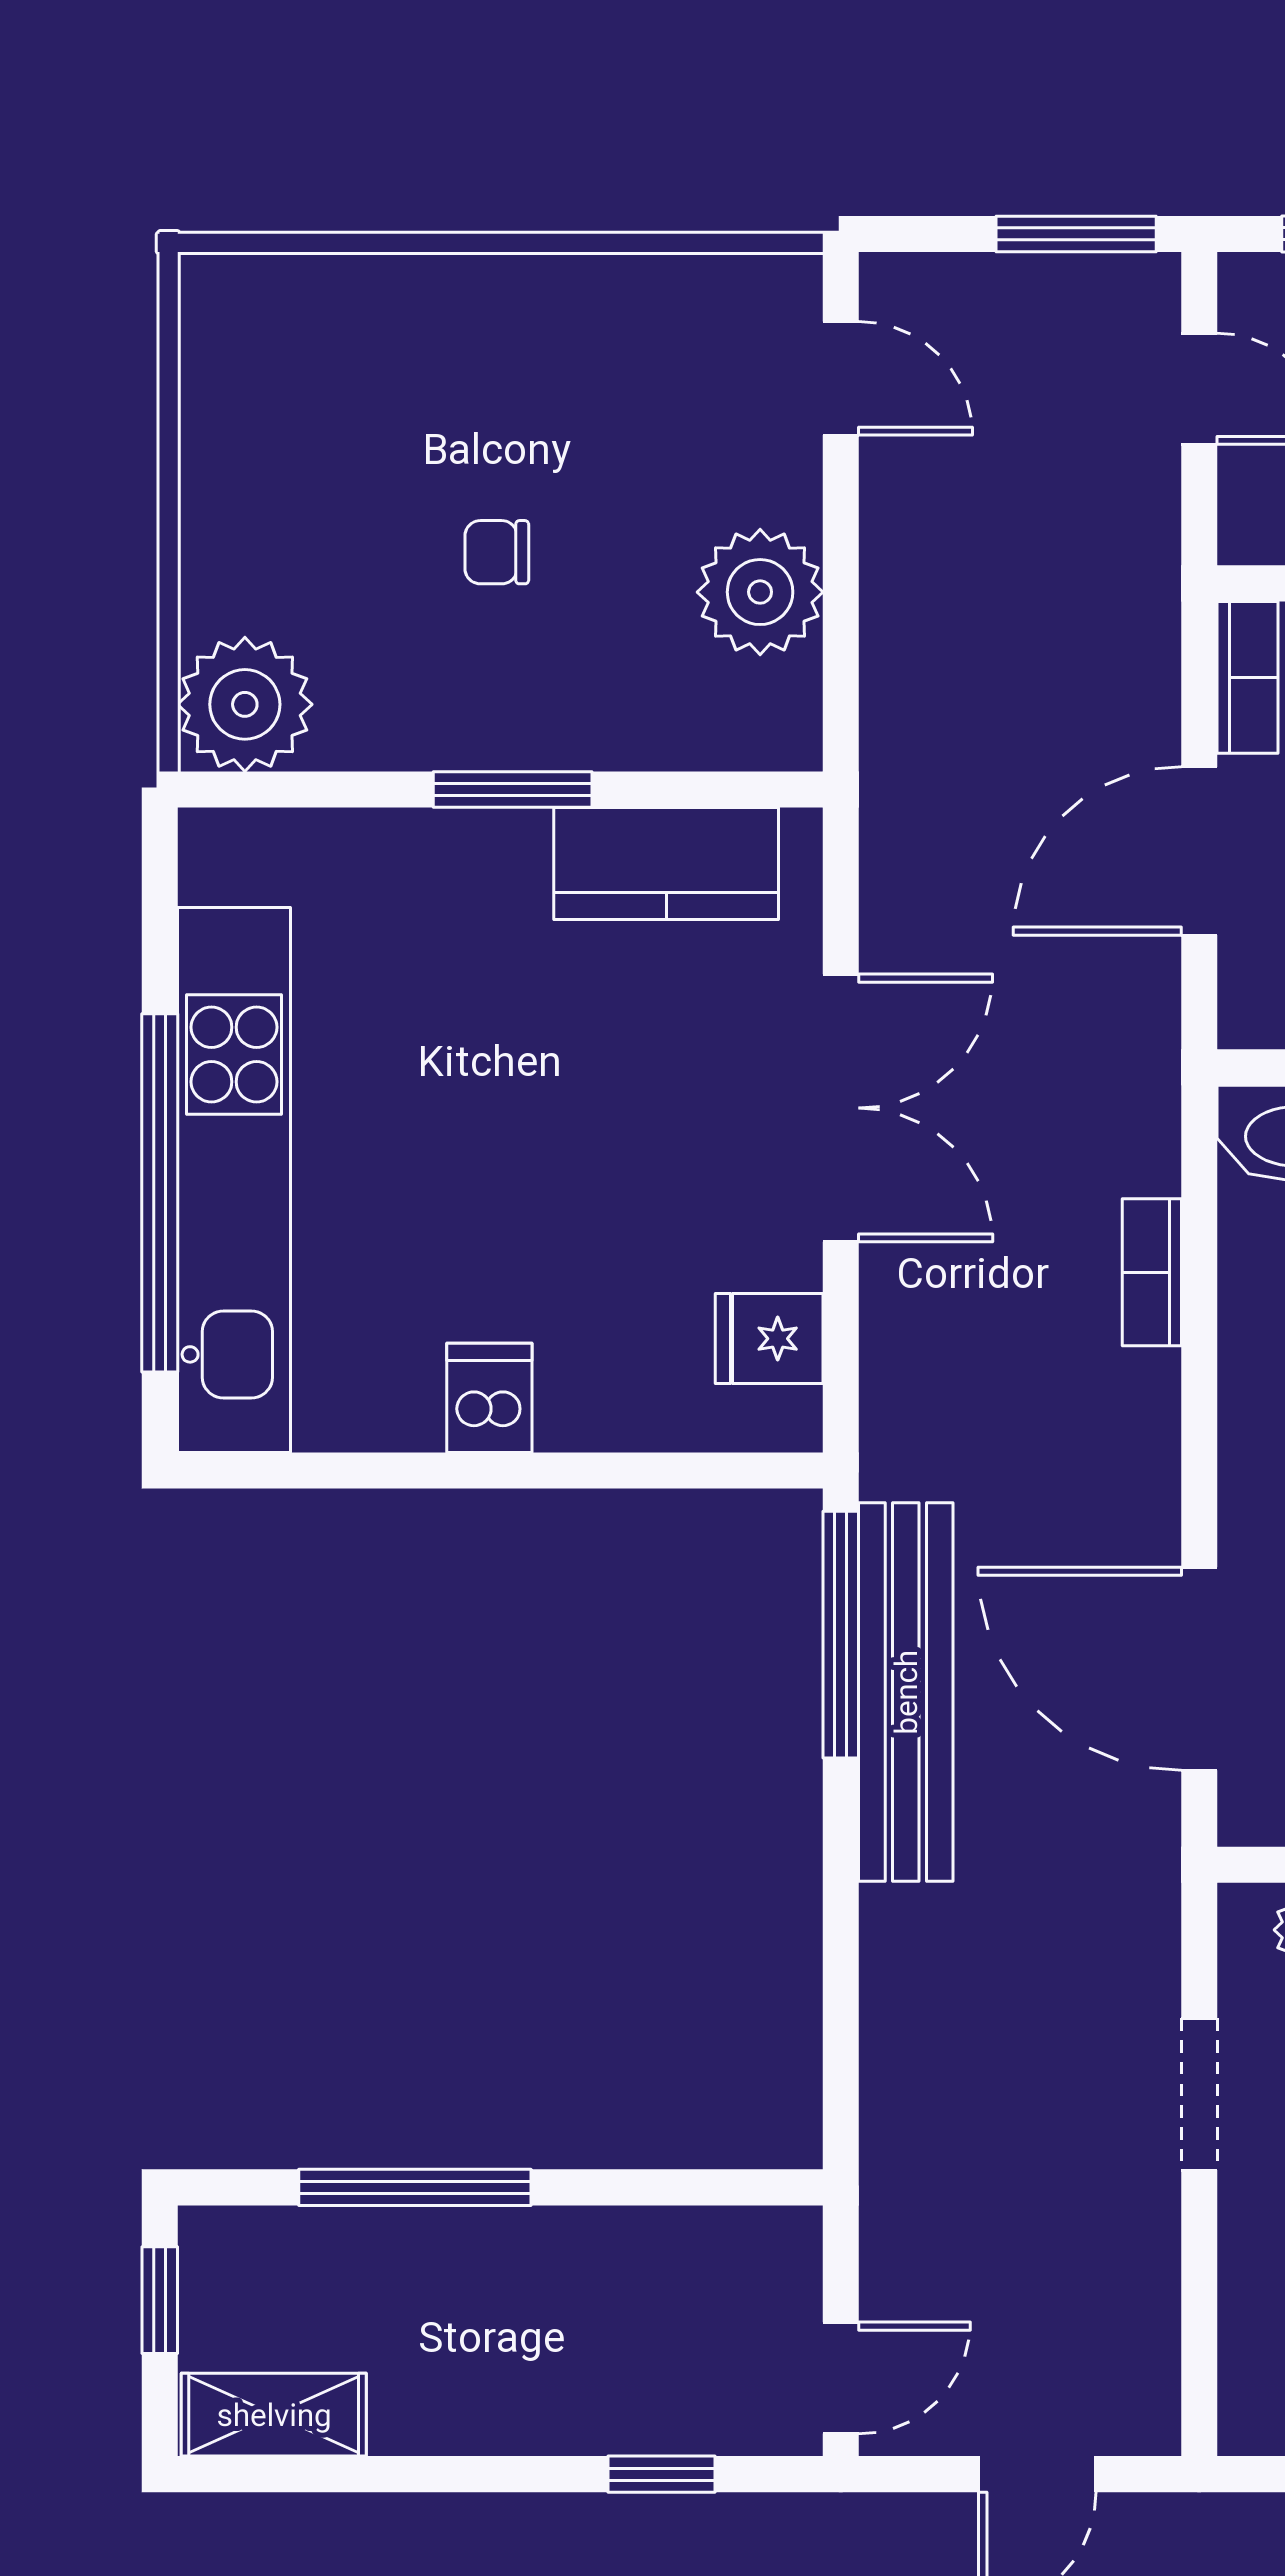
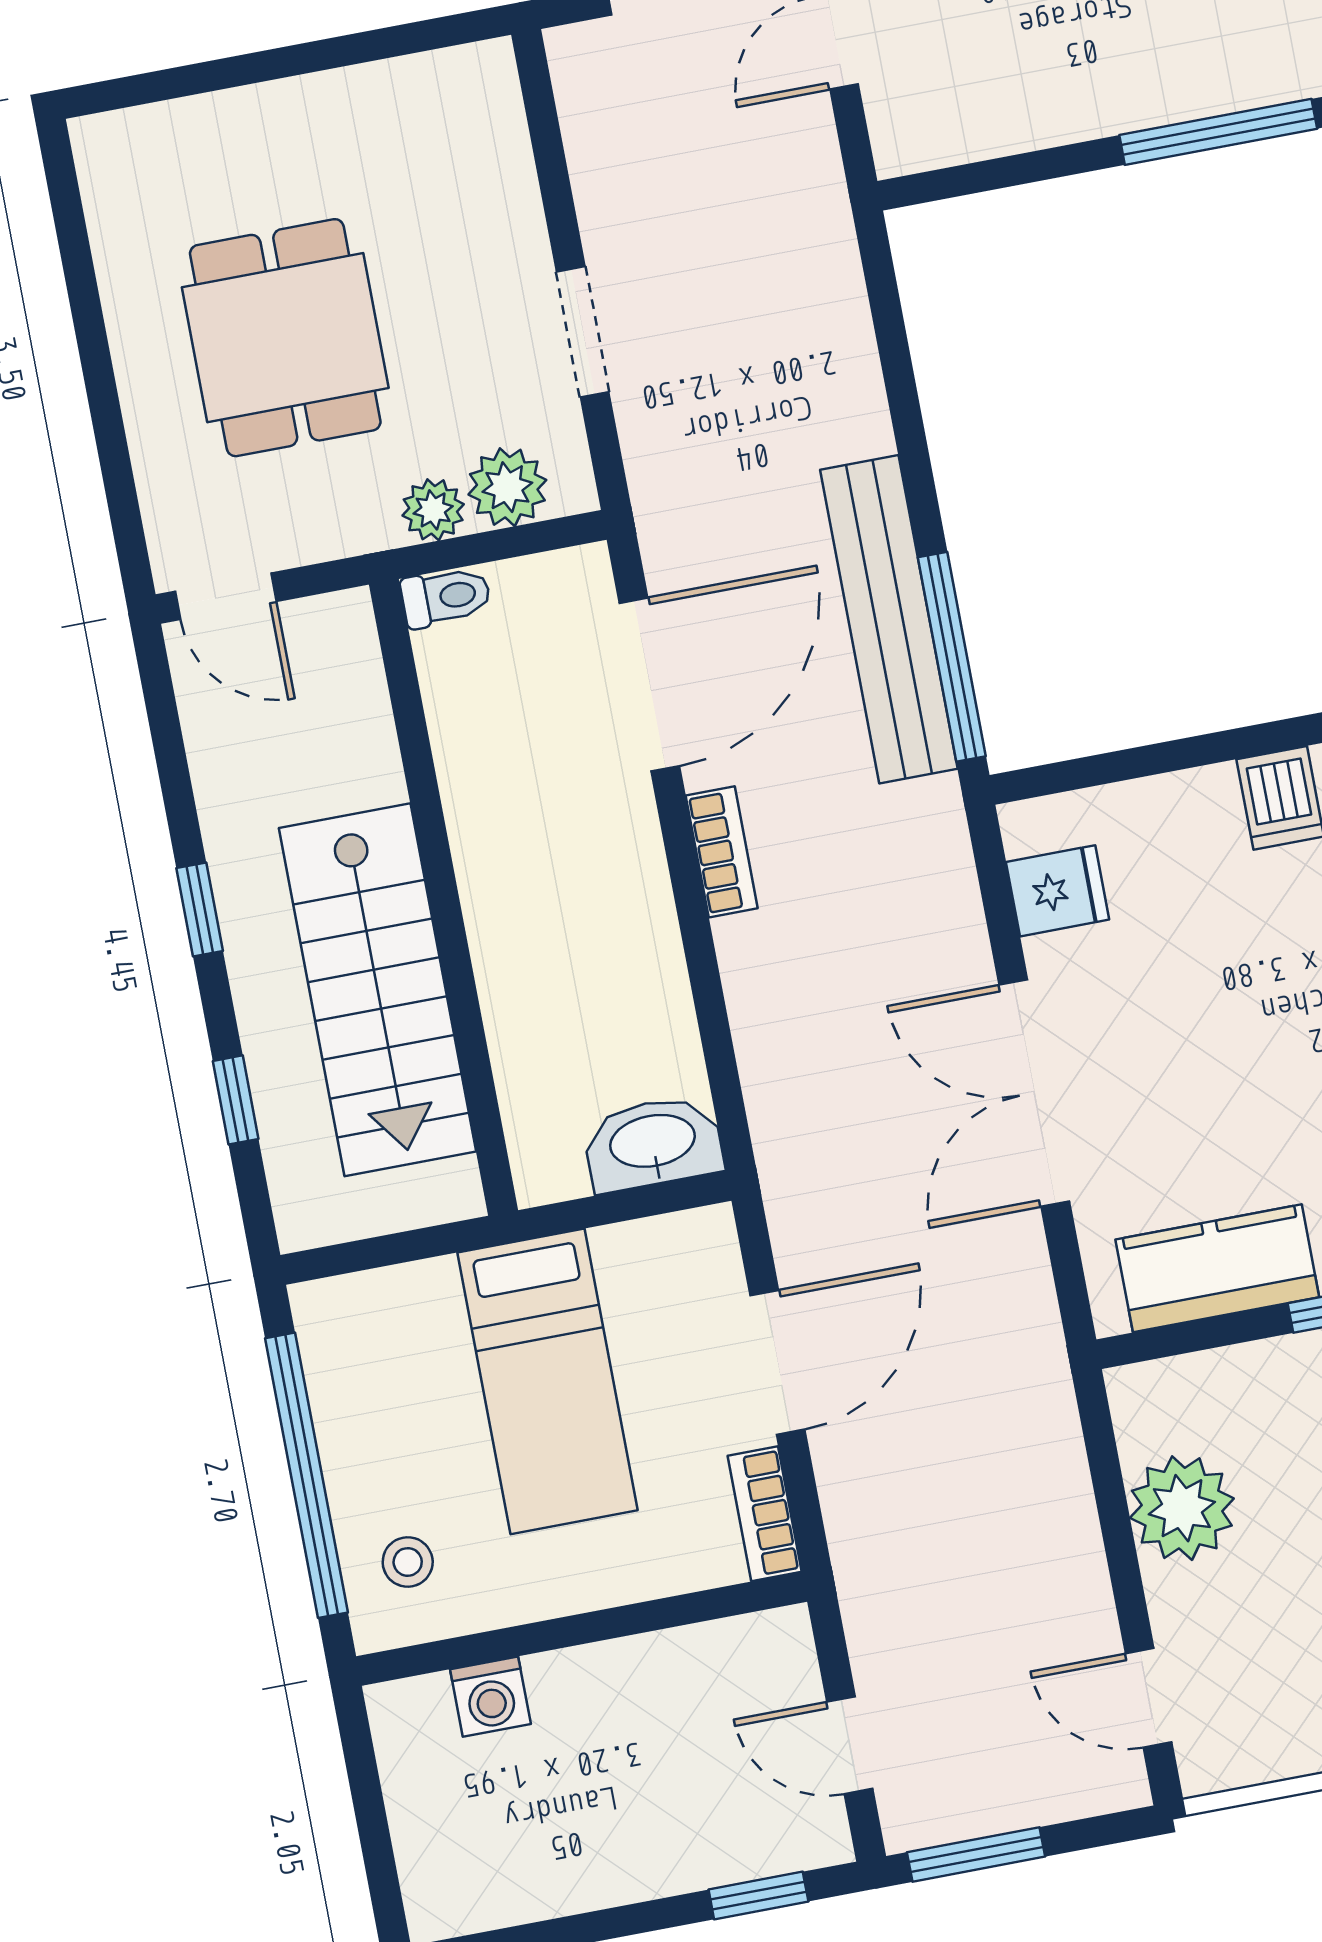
bookcase: (1152, 1272) -> (722, 852), moved
door: (1199, 1669) -> (649, 684), hinge flipped

